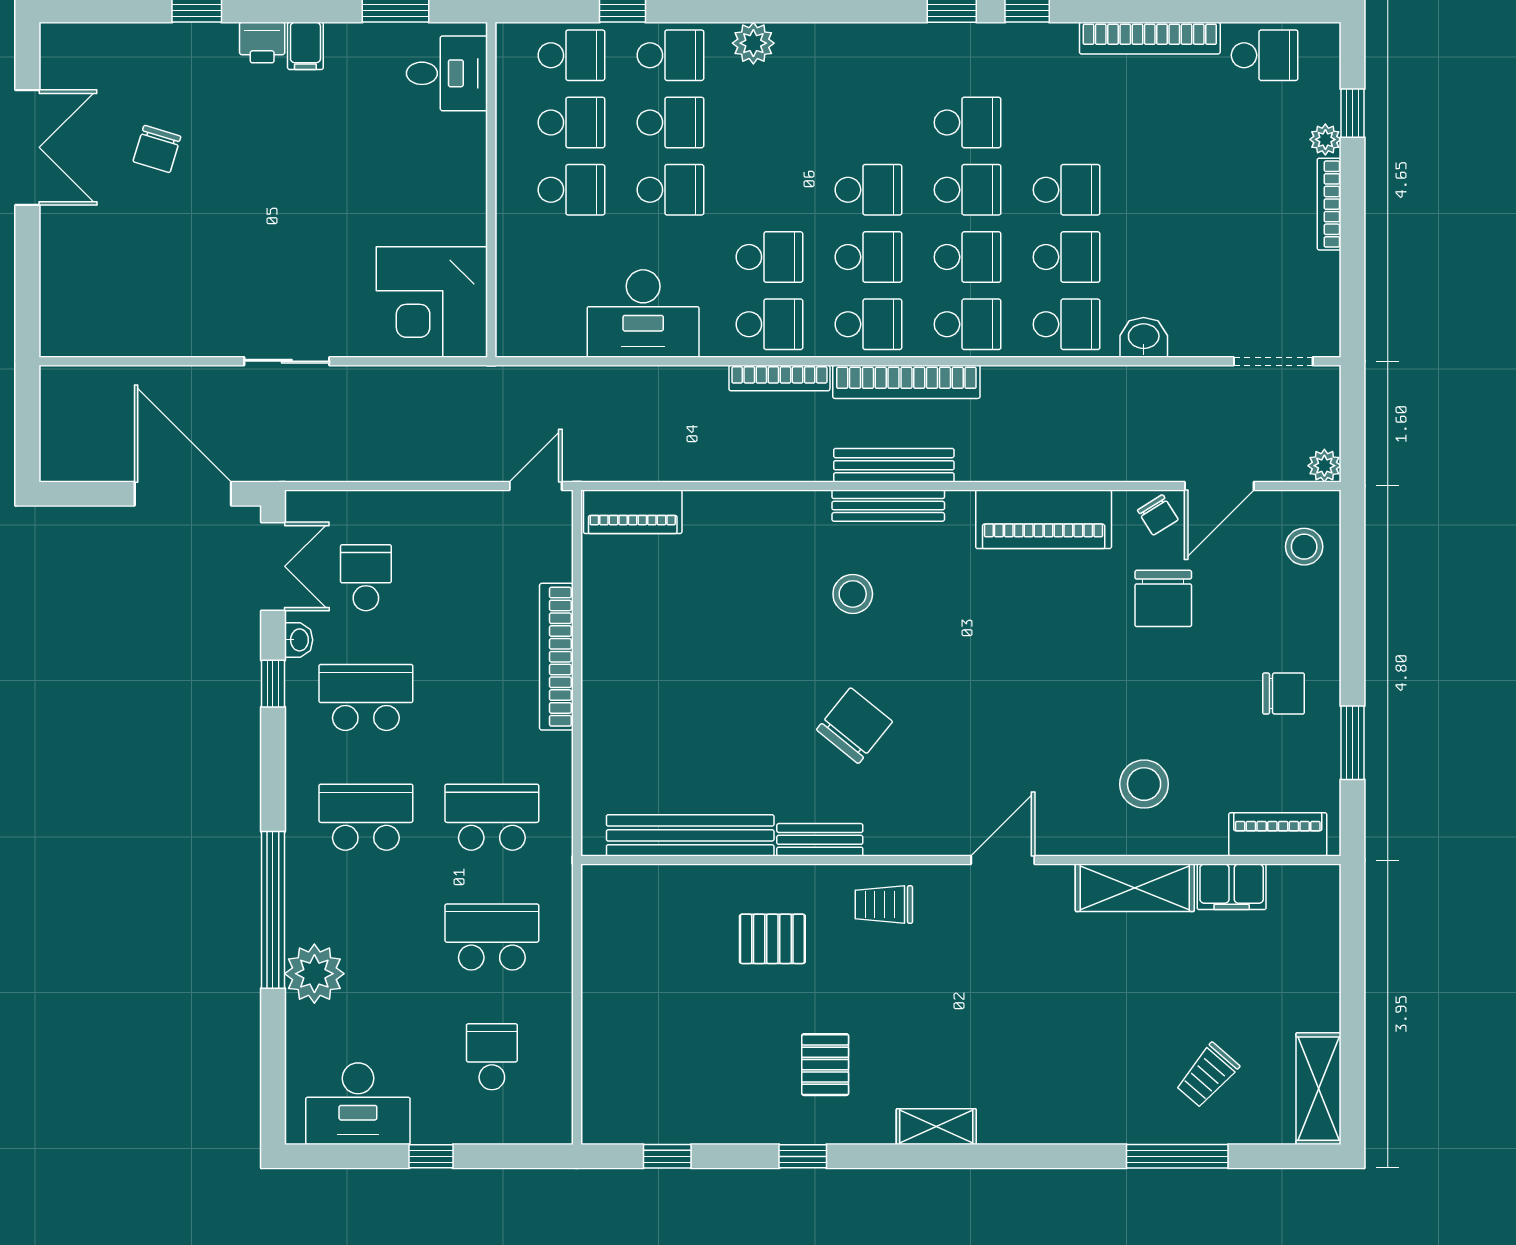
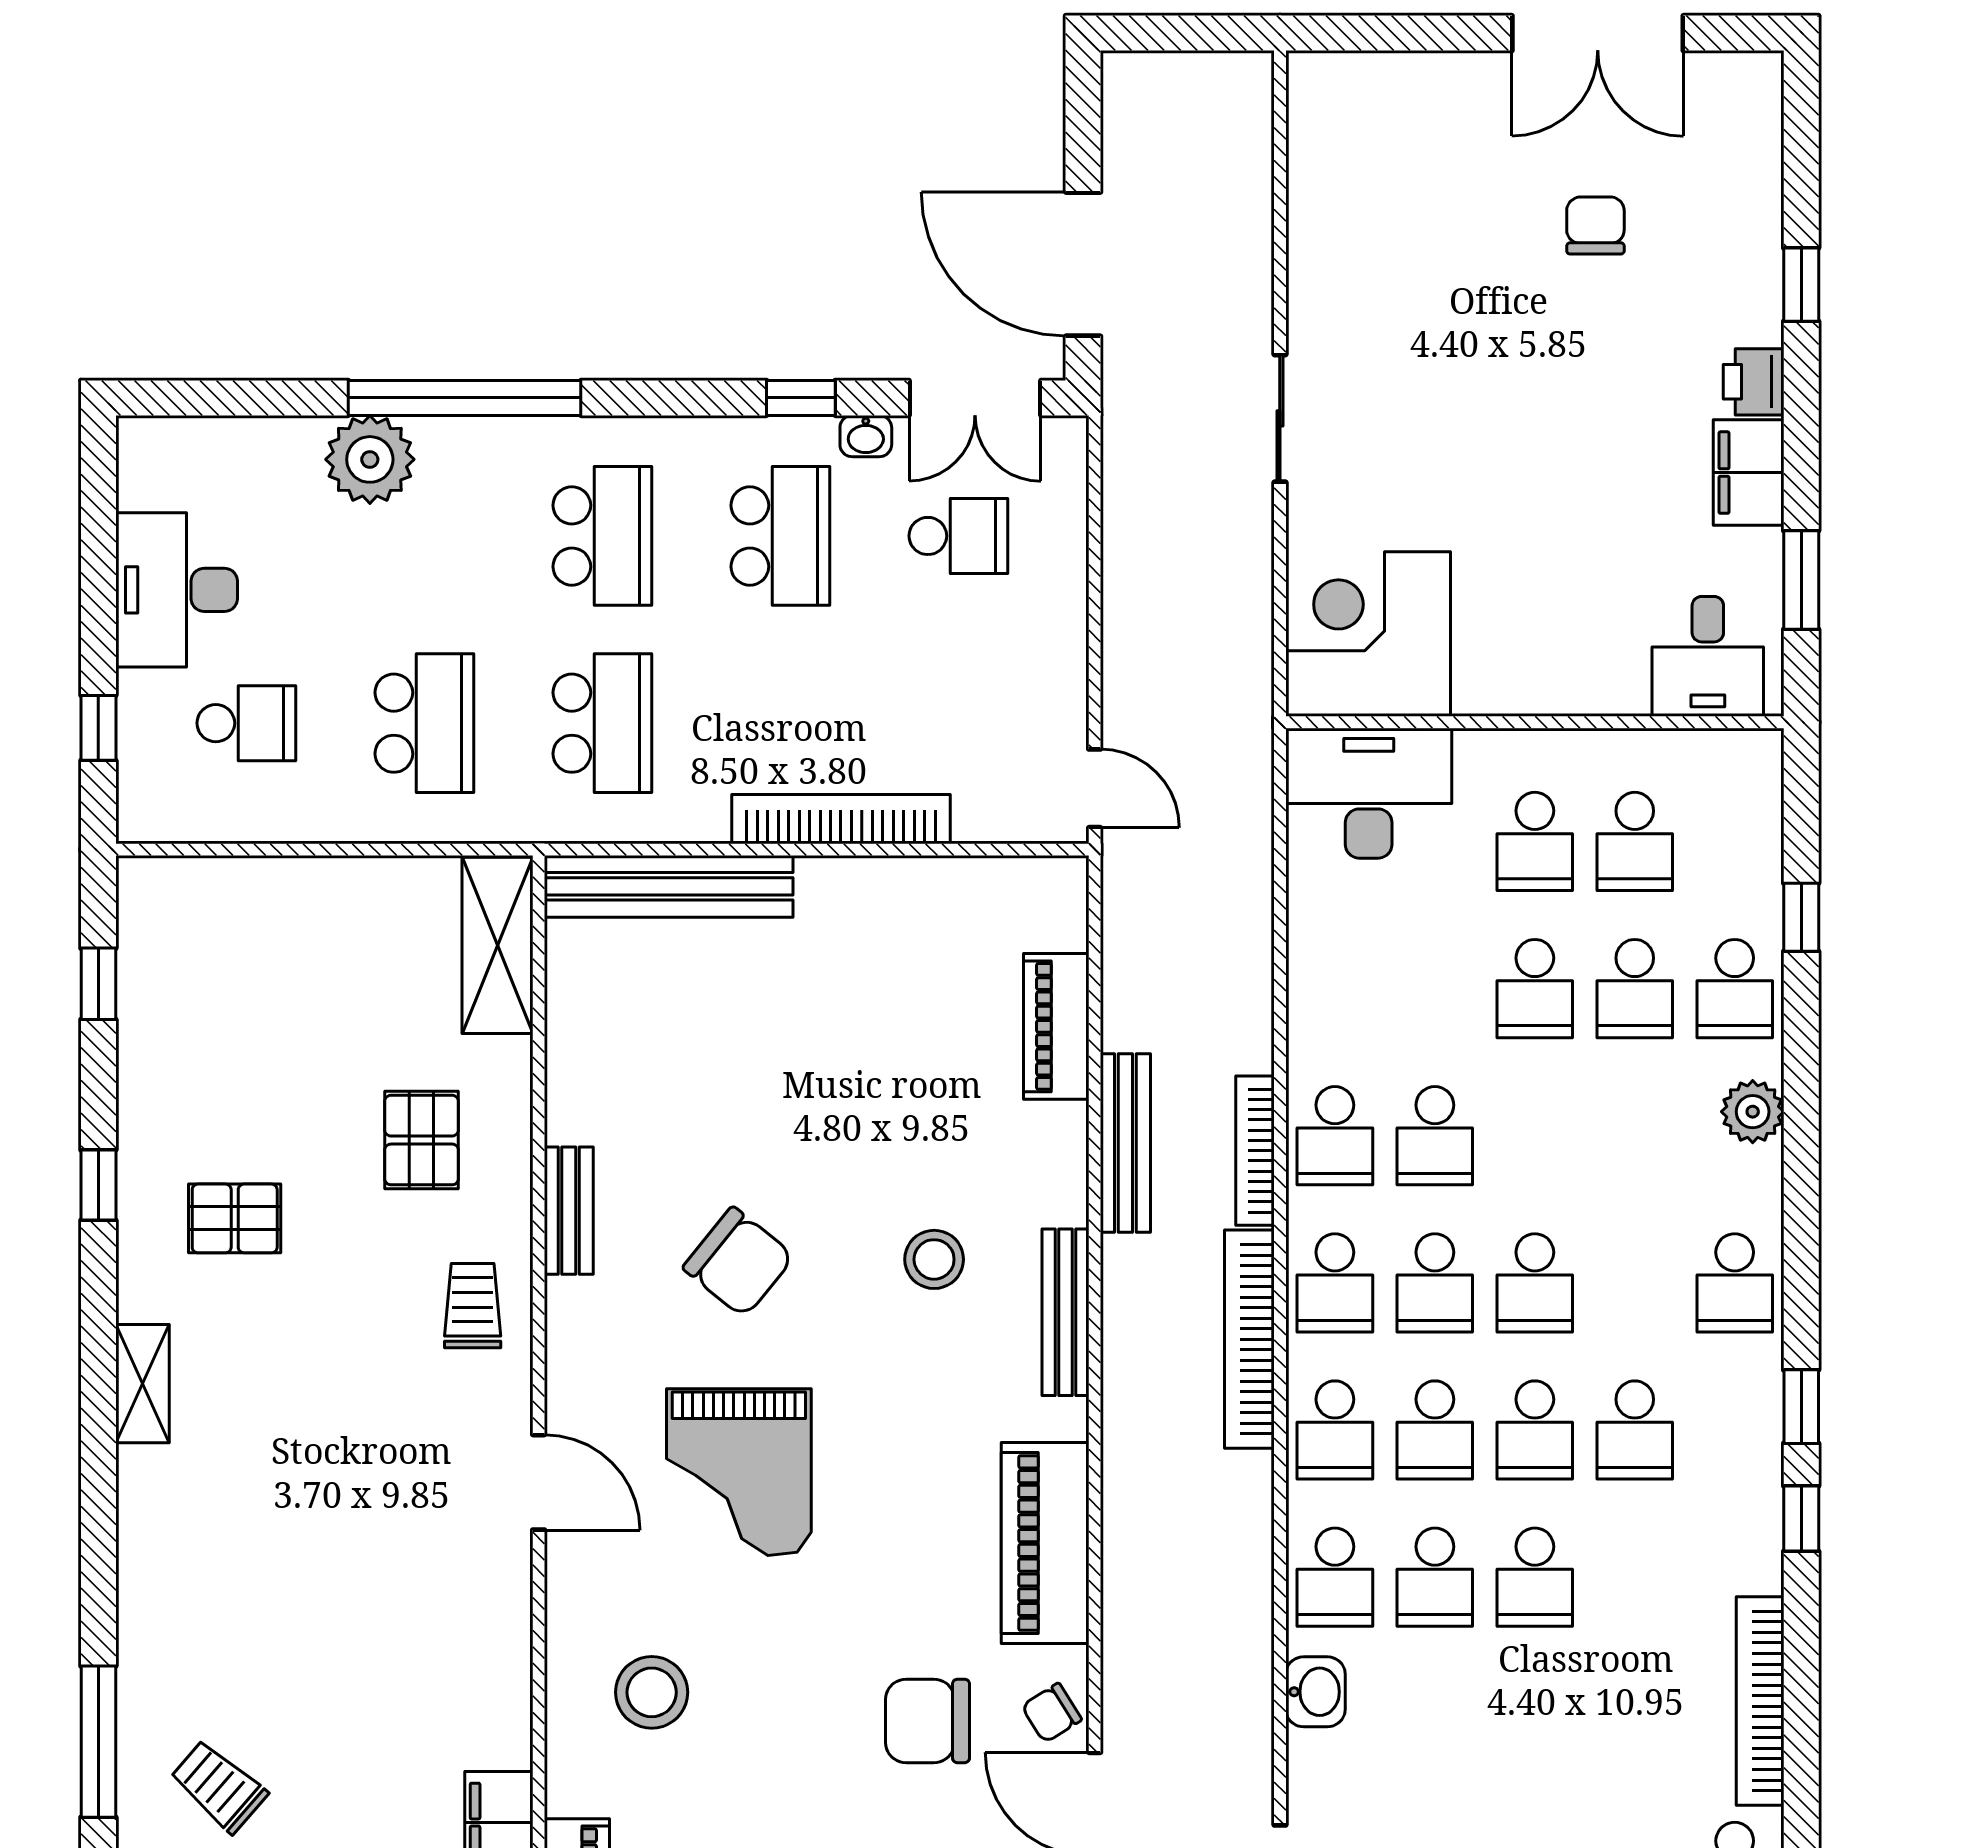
filing cabinet: (305, 46) -> (1749, 473), width x2.00
school desk: (571, 55) -> (1735, 1283), moved
chair: (157, 149) -> (1595, 225), turned 73
desk: (643, 314) -> (1369, 793), moved, turned 90
bench: (894, 465) -> (1125, 1143), moved
door: (183, 494) -> (1083, 264), swing flipped
piano: (633, 512) -> (1056, 1026), moved
grand piano: (996, 725) -> (739, 1472), added
bench: (690, 835) -> (669, 886), moved, turned 90
shelving: (1135, 888) -> (498, 945), moved
desk: (358, 1104) -> (177, 590), moved
window: (431, 1156) -> (98, 728), moved

